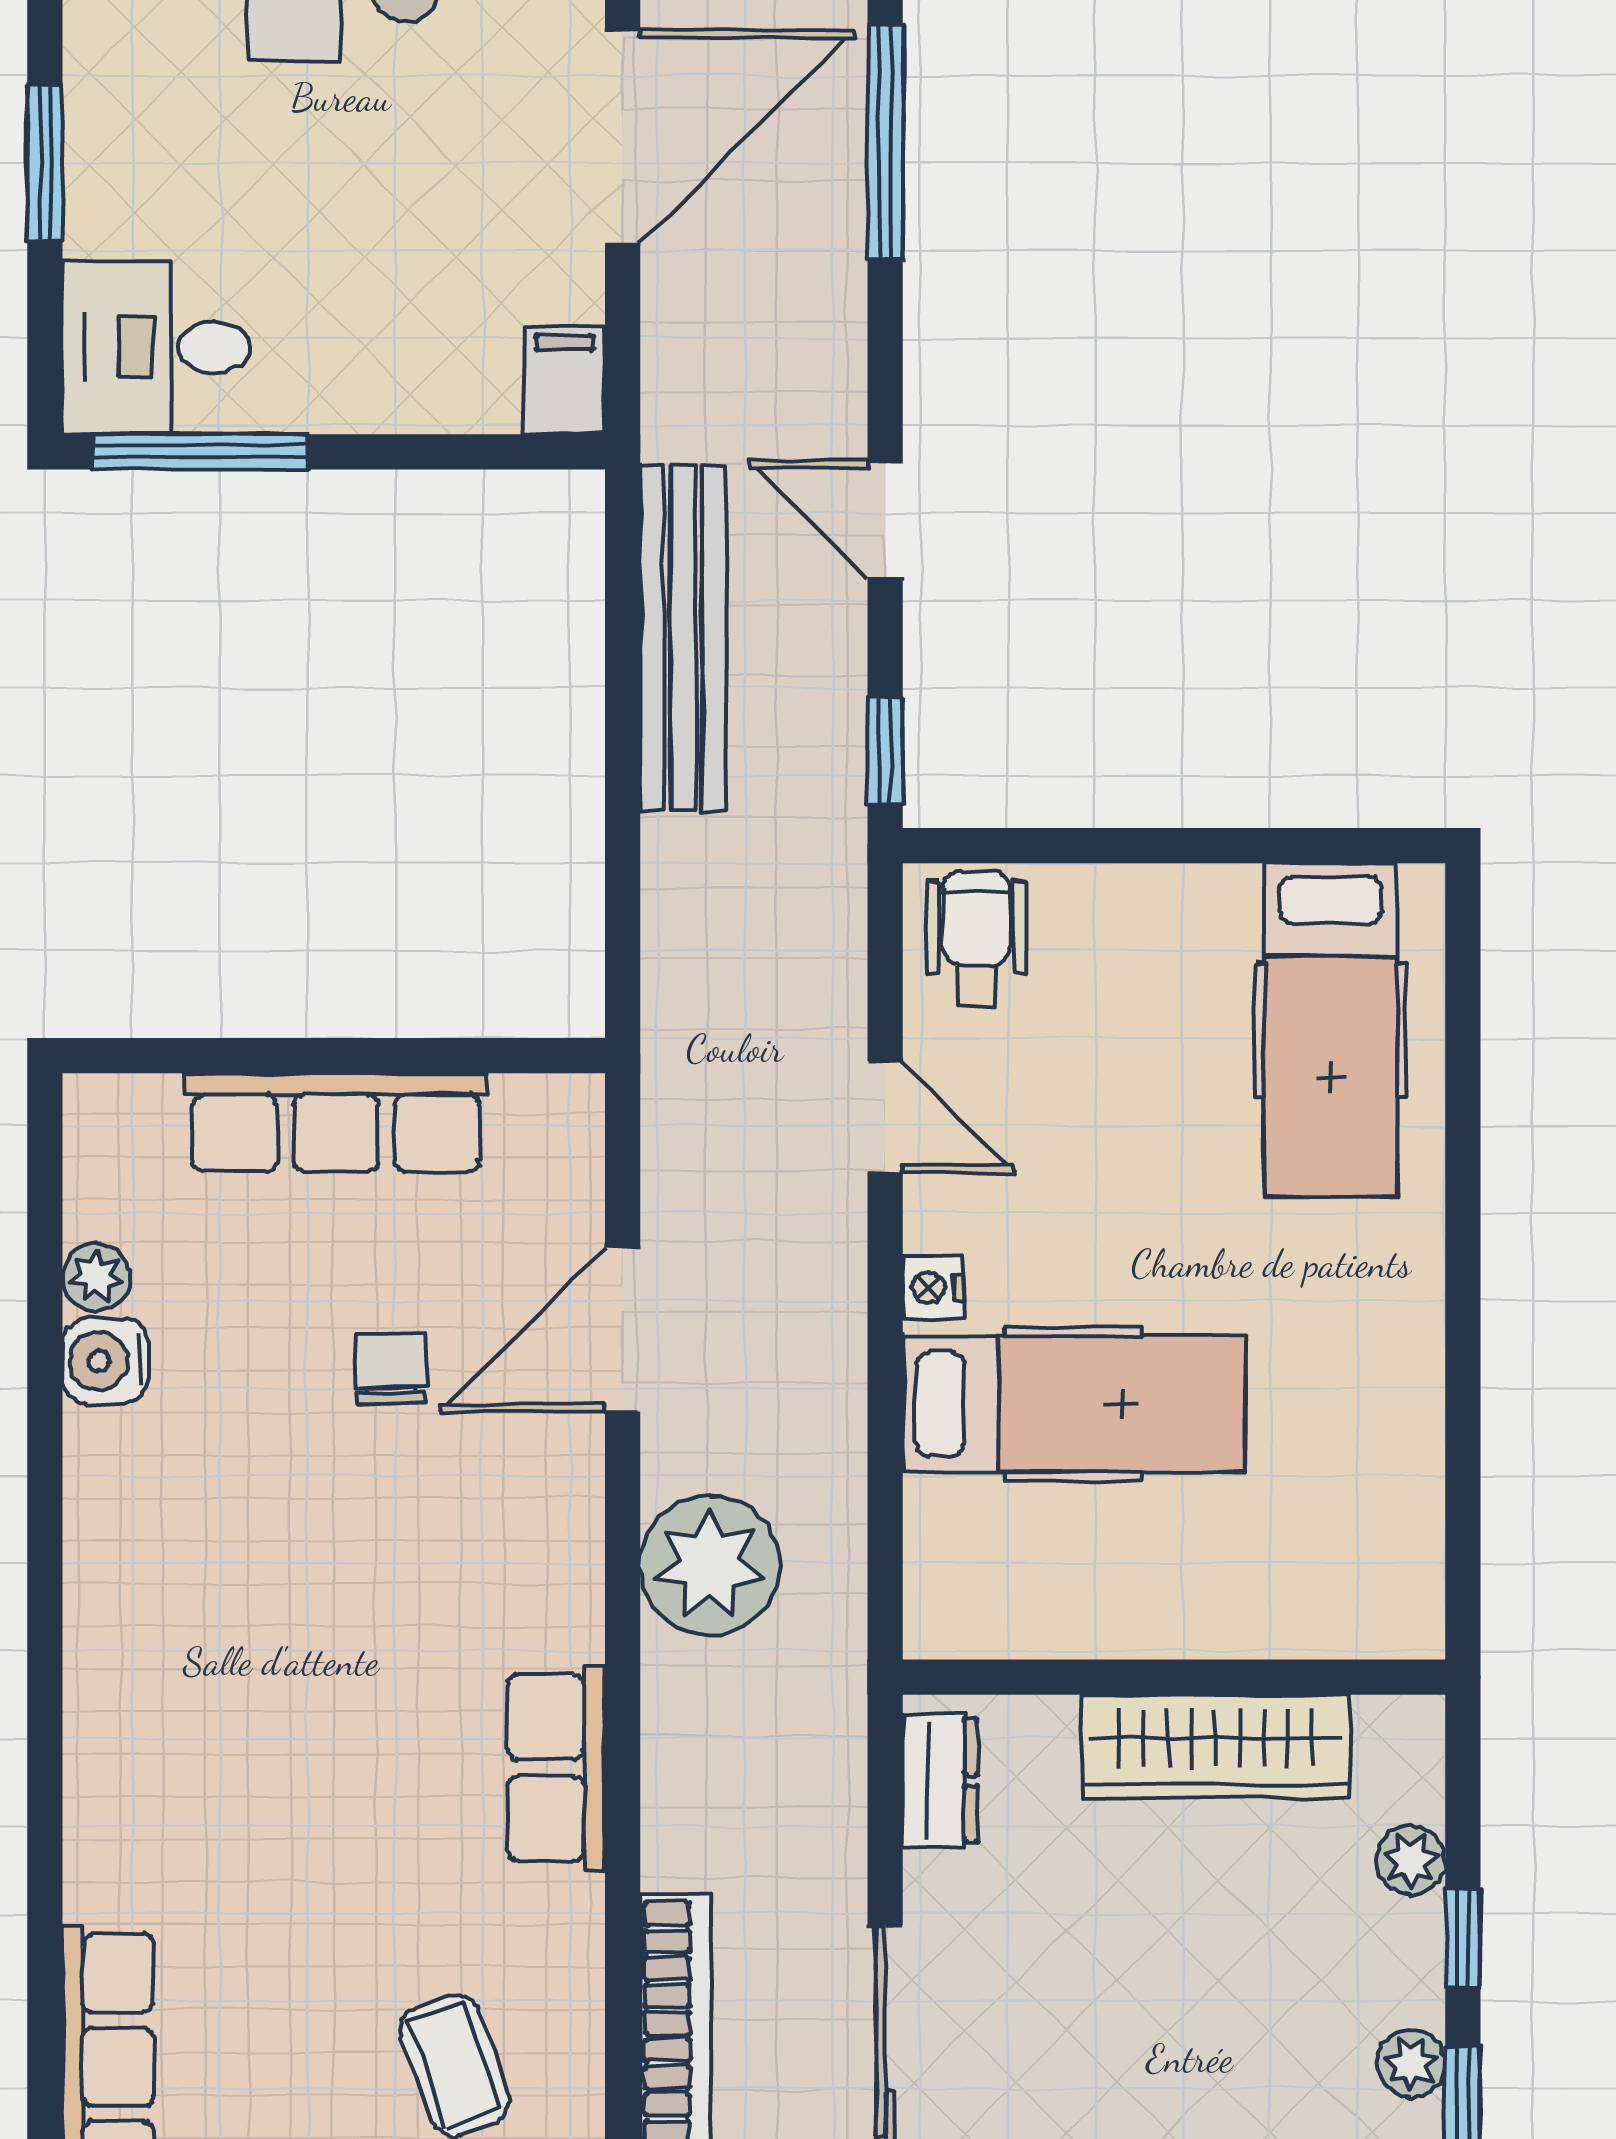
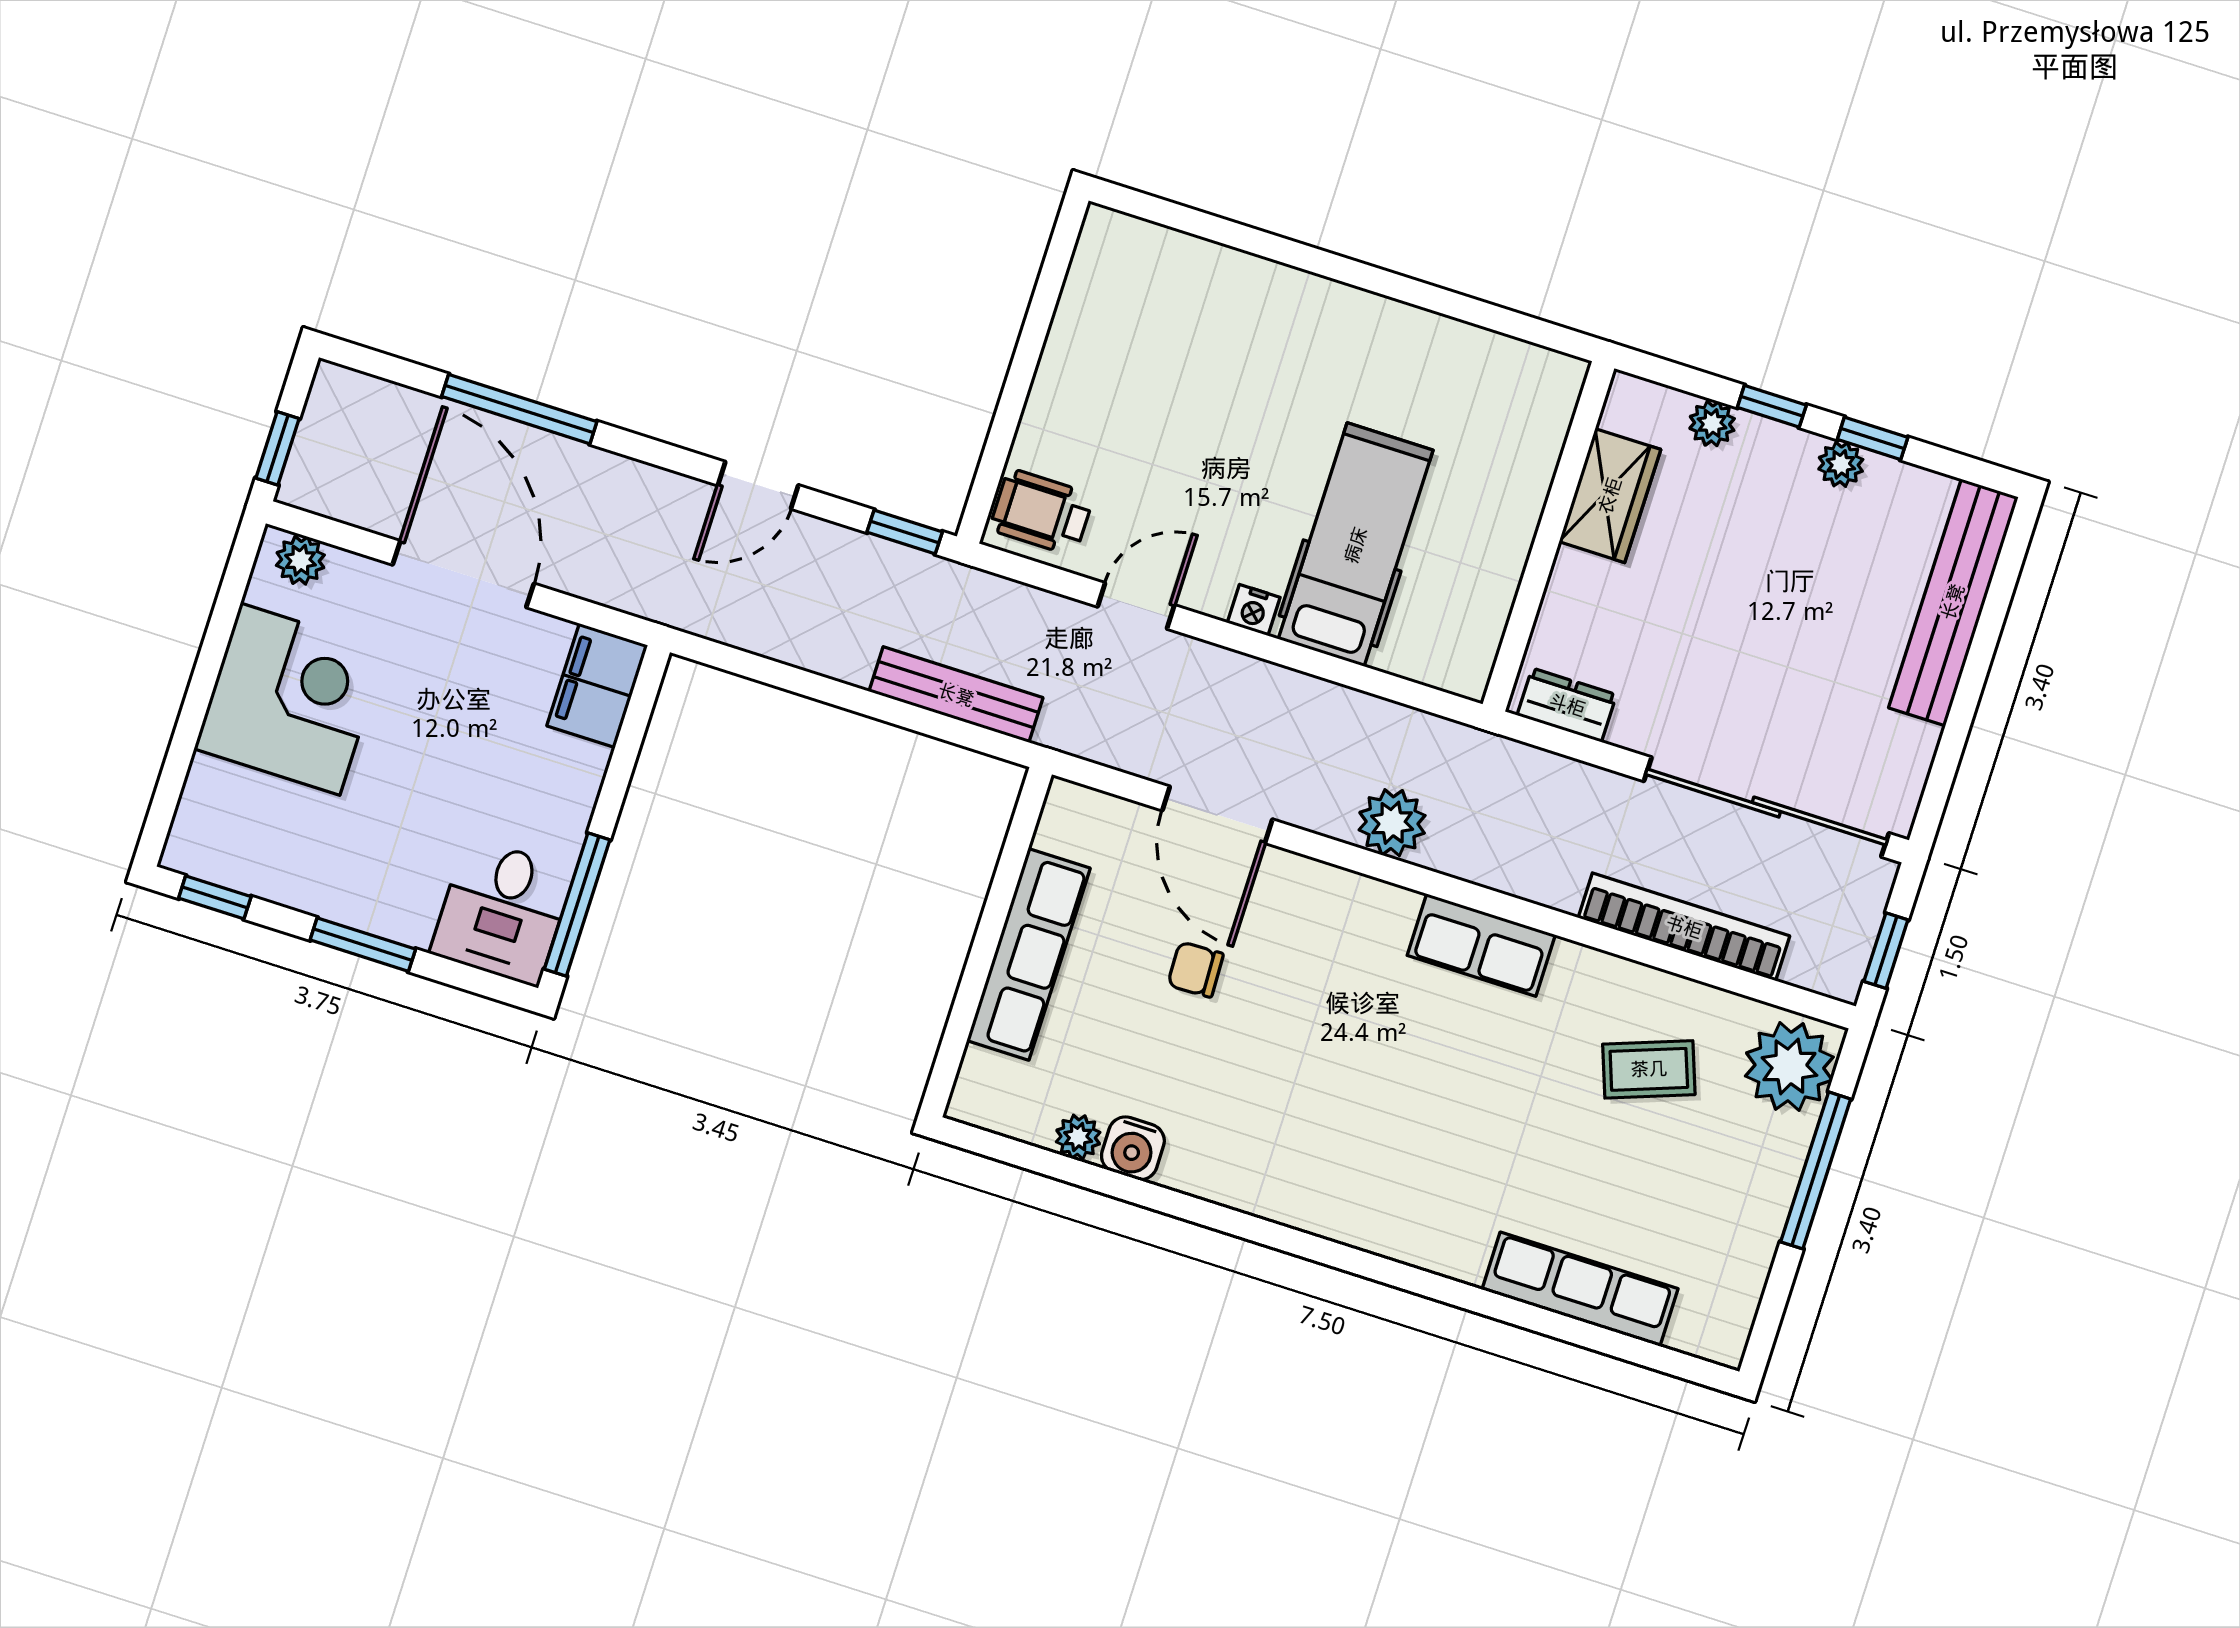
filing cabinet: (565, 380) -> (597, 686), width x2.00
bench: (683, 638) -> (956, 695), moved, width x0.73, depth x0.82
hospital bed: (1331, 1030) -> (1171, 307), removed
plant: (710, 1565) -> (1392, 823), width x0.73, depth x0.73
wardrobe: (1216, 1746) -> (1610, 496), width x0.67

